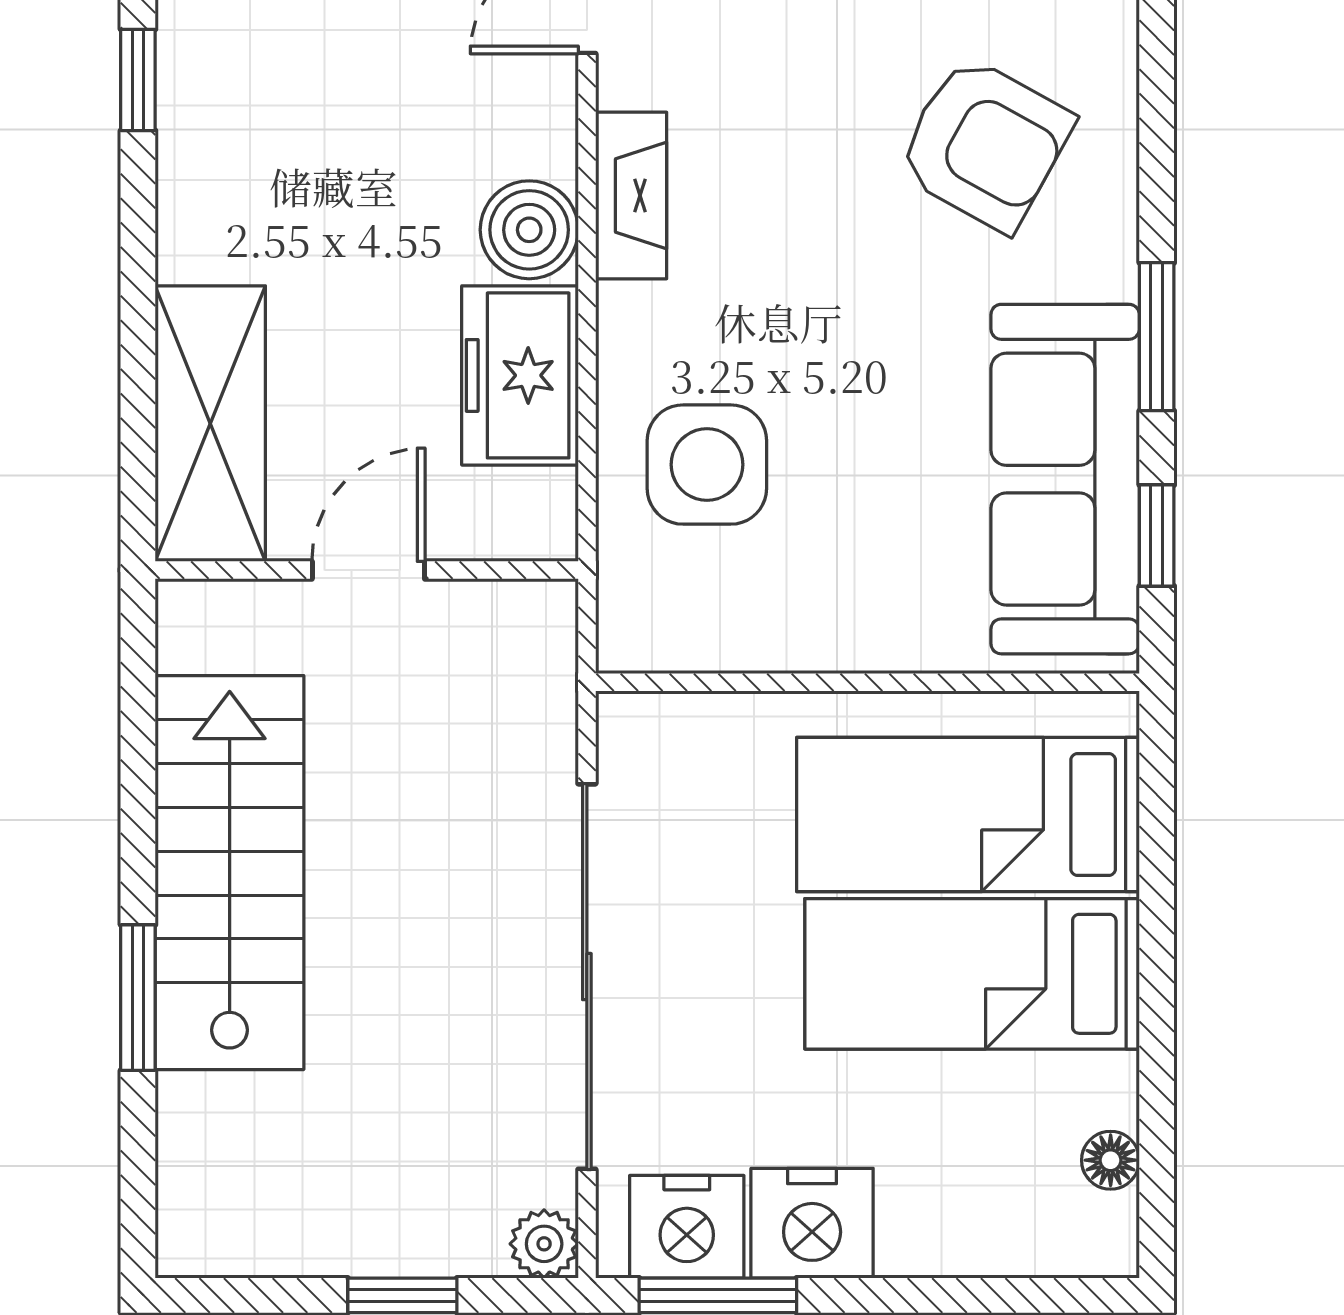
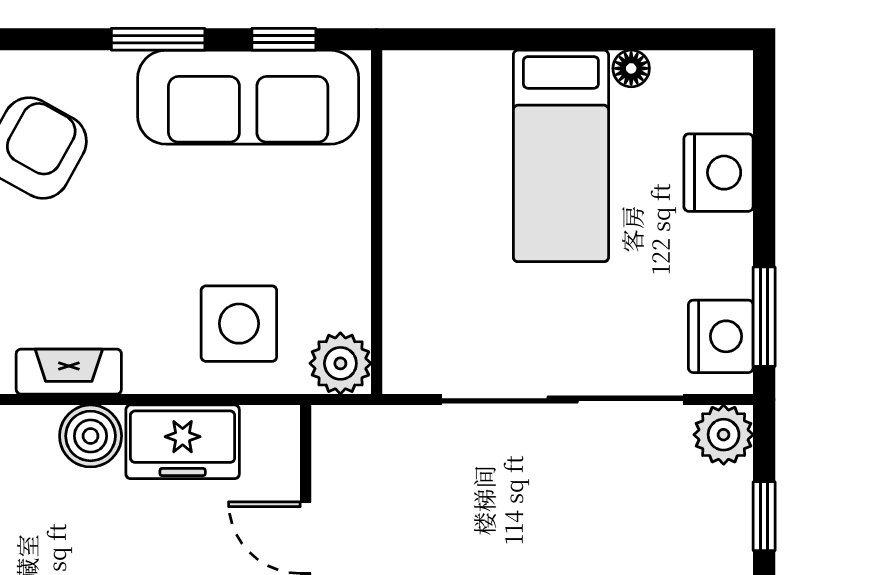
plant: (644, 625) -> (340, 363), added
bed: (968, 814) -> (460, 159), removed
floor lamp: (1111, 1160) -> (631, 68), moved
nightstand: (812, 1223) -> (719, 173), moved
plant: (544, 1244) -> (724, 435), width x1.38, depth x1.38

